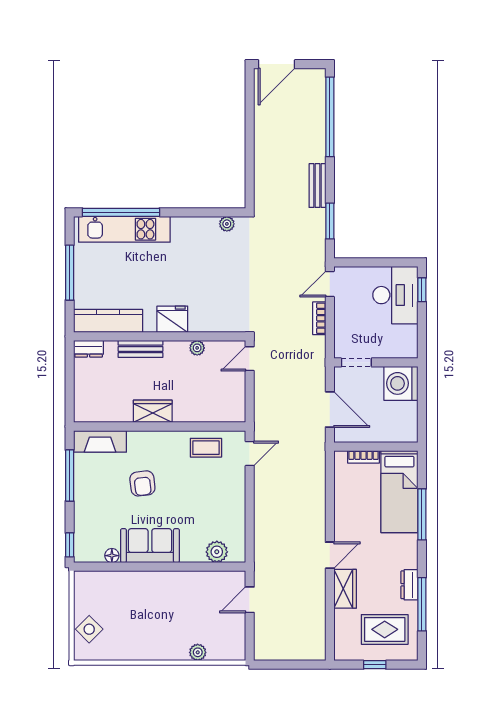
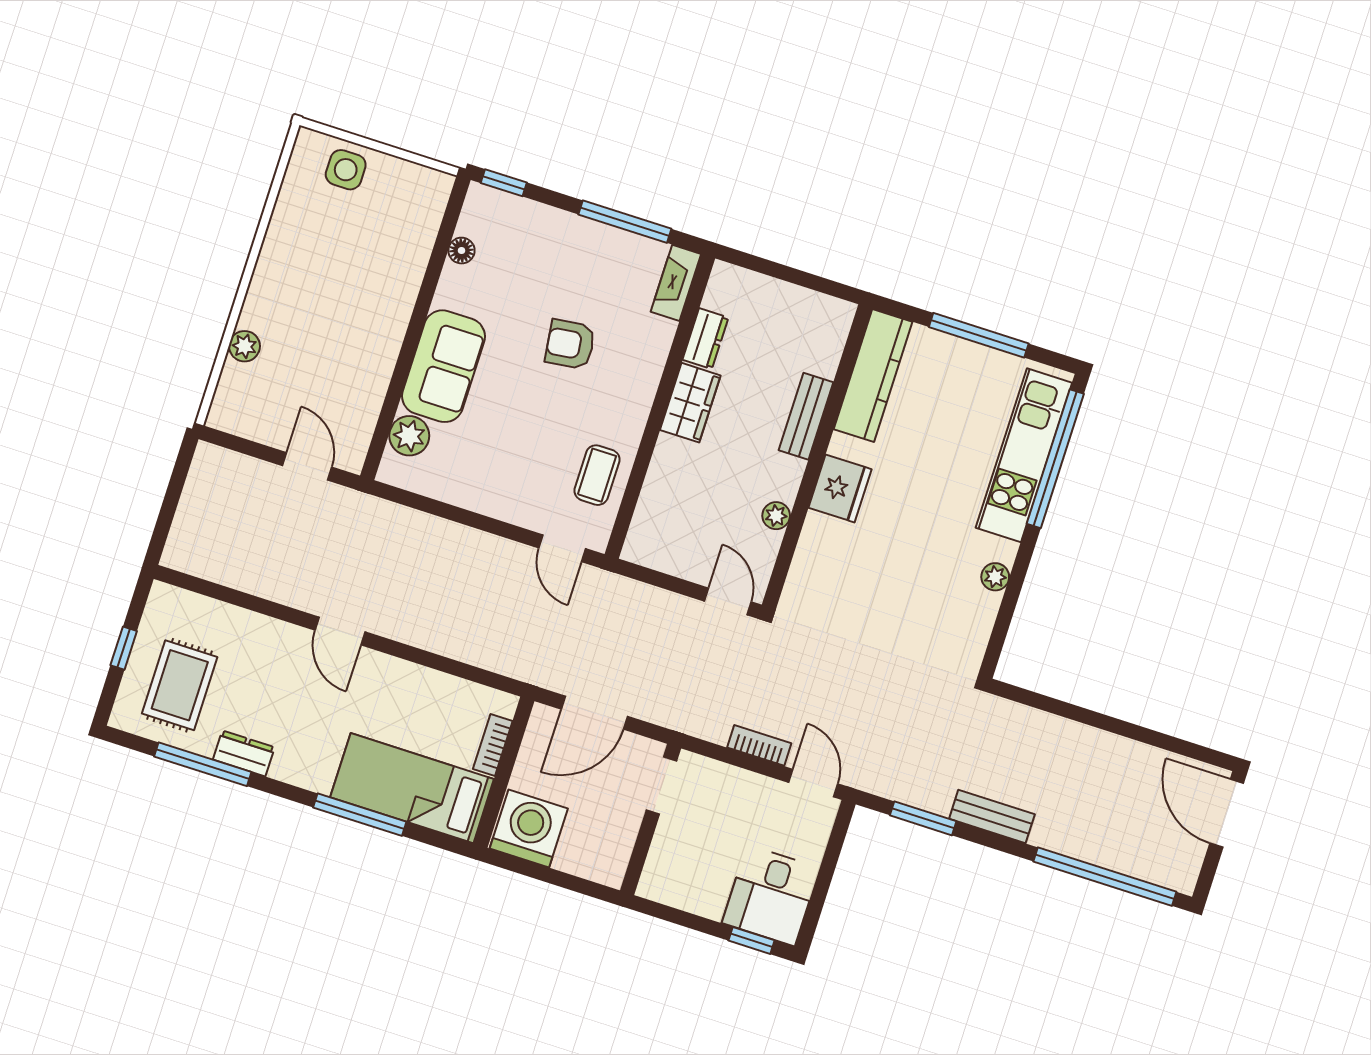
plant: (227, 224) -> (995, 577), moved
desk: (395, 295) -> (771, 895), width x0.73
dresser: (89, 349) -> (705, 339), moved, turned 180
washing machine: (401, 383) -> (529, 829), moved
fireplace: (100, 441) -> (676, 283), width x0.73, depth x0.76
sofa: (150, 546) -> (443, 366), moved
wardrobe: (345, 589) -> (273, 639), removed
side table: (89, 629) -> (346, 170), turned 45

